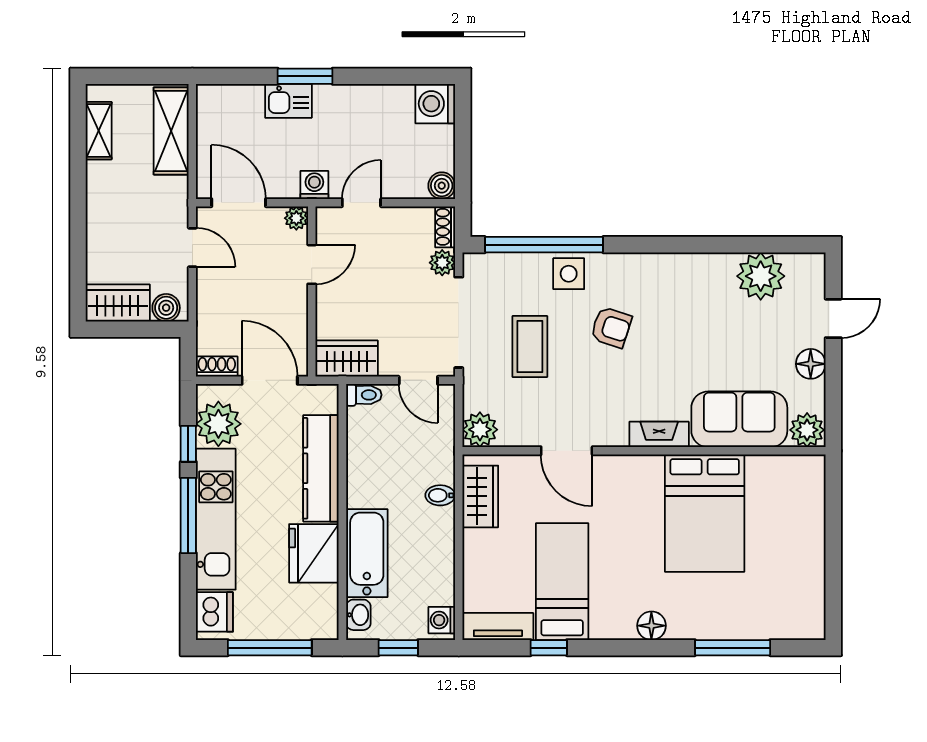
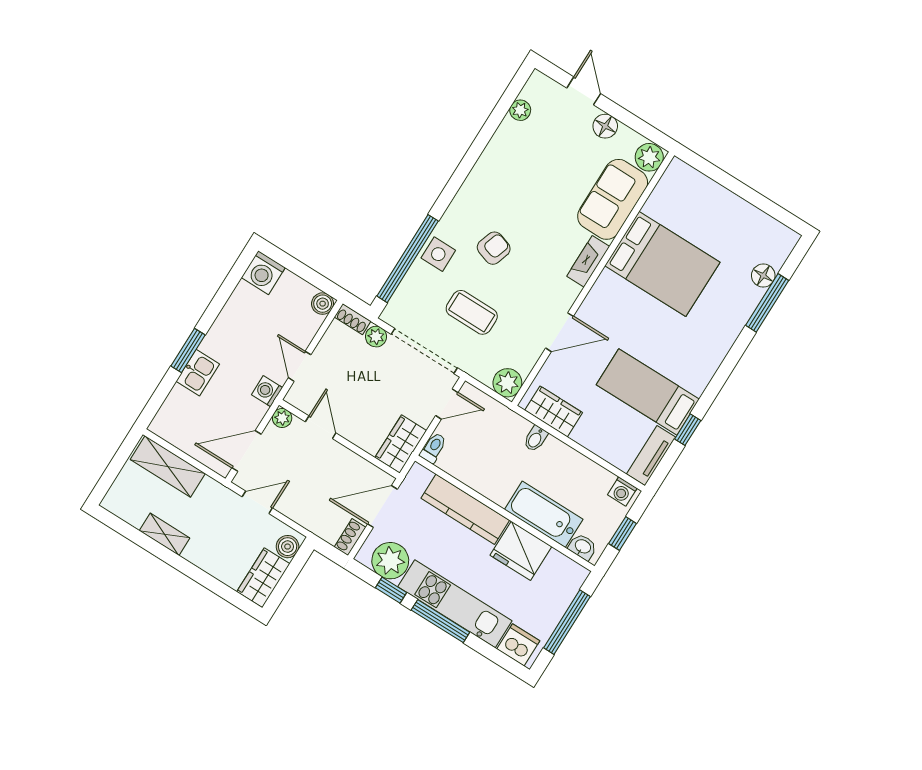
shelving: (99, 131) -> (165, 534), moved
plant: (761, 276) -> (520, 110), width x0.53, depth x0.53
floor lamp: (651, 626) -> (763, 276), moved

